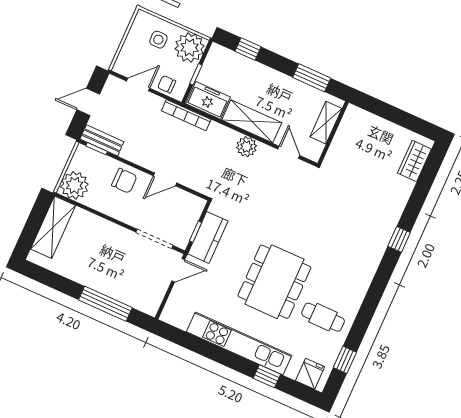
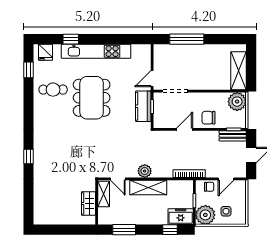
freezer: (208, 100) -> (181, 217), moved, turned 180
shelving: (326, 123) -> (104, 194), moved
wardrobe: (414, 161) -> (88, 203), moved, turned 180

